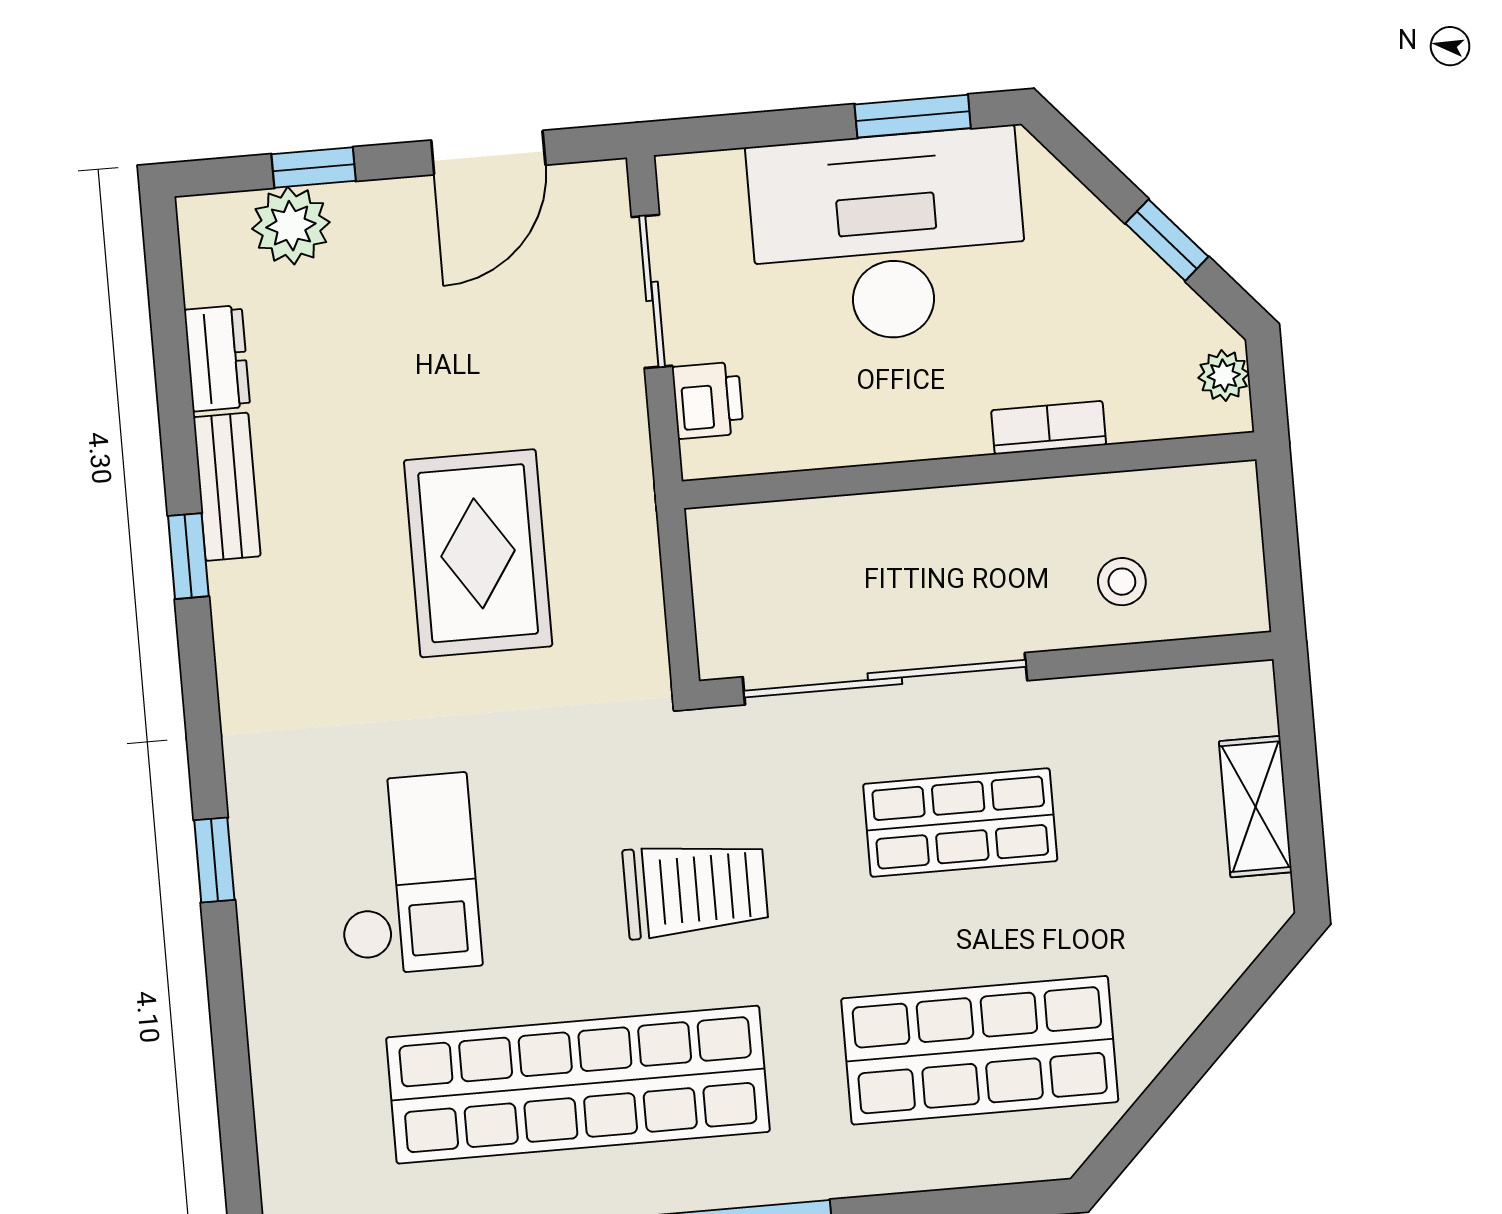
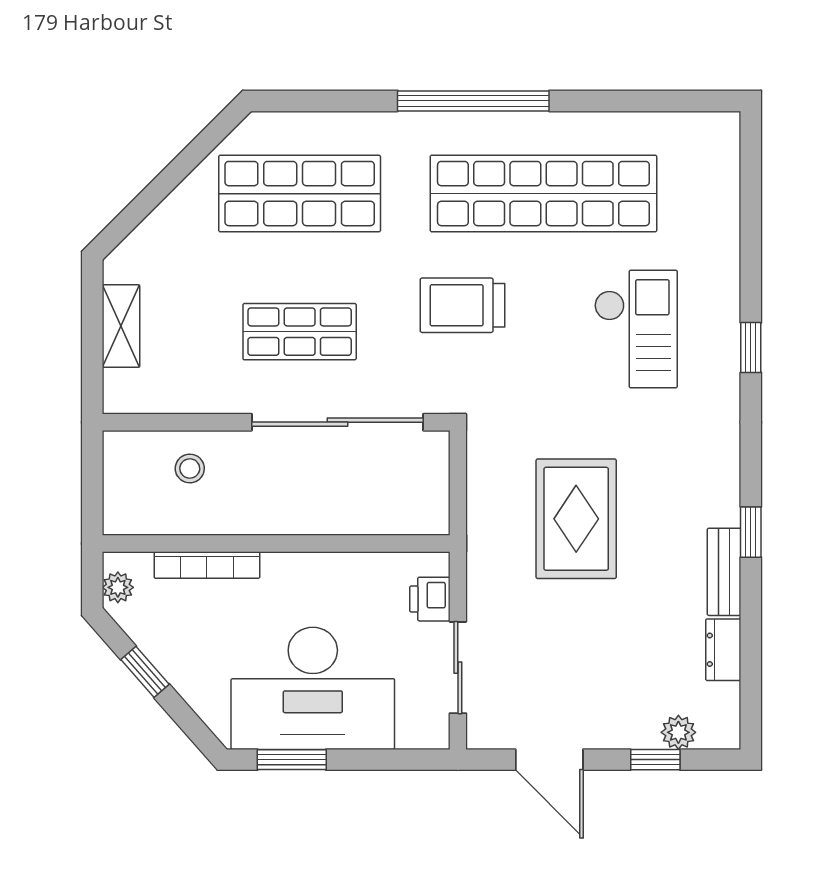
door: (488, 153) -> (549, 760), swing flipped
plant: (291, 226) -> (678, 732), width x0.73, depth x0.73
bookcase: (1049, 428) -> (207, 565), width x1.56
checkout: (406, 874) -> (636, 329), turned 180

